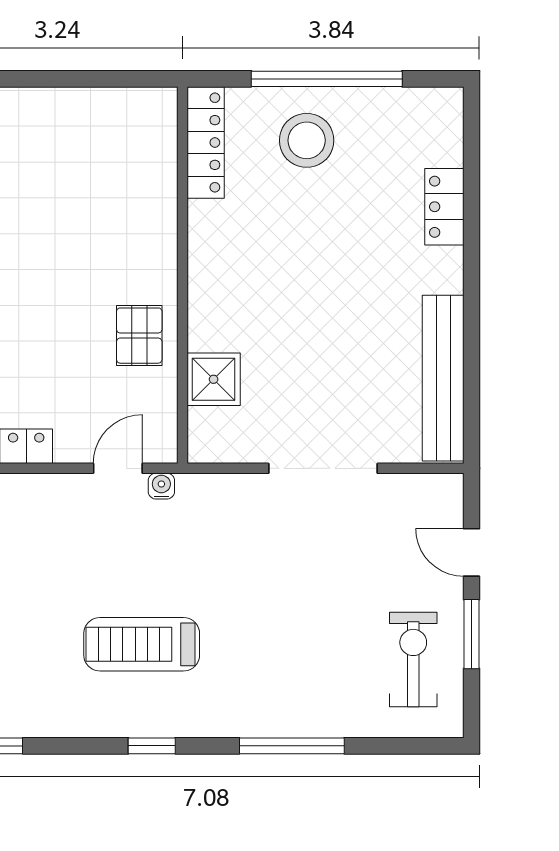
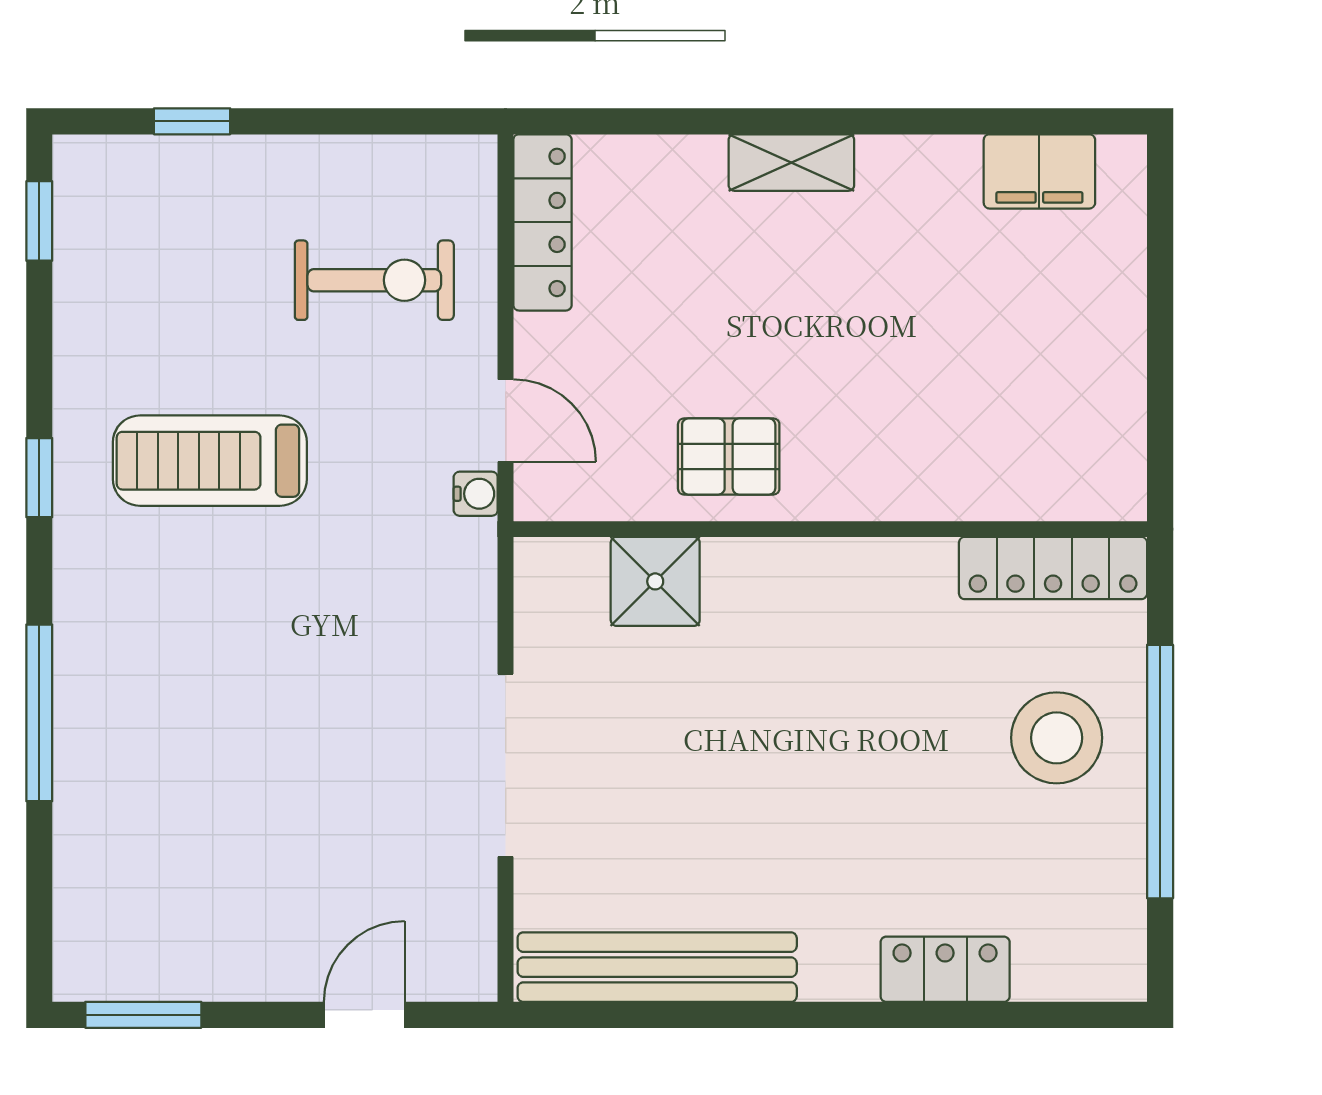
window: (472, 634) -> (143, 1015), moved
treadmill: (142, 644) -> (210, 461), turned -90
exercise bike: (413, 660) -> (374, 280), moved

